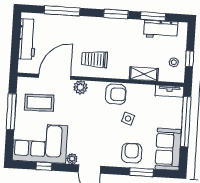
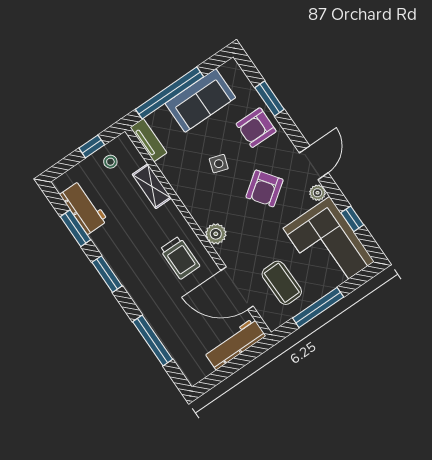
workbench: (27, 39) -> (235, 344), moved
plant: (80, 87) -> (216, 234), moved
armchair: (116, 94) -> (264, 188), moved, turned -126
sofa: (168, 149) -> (200, 100), moved

